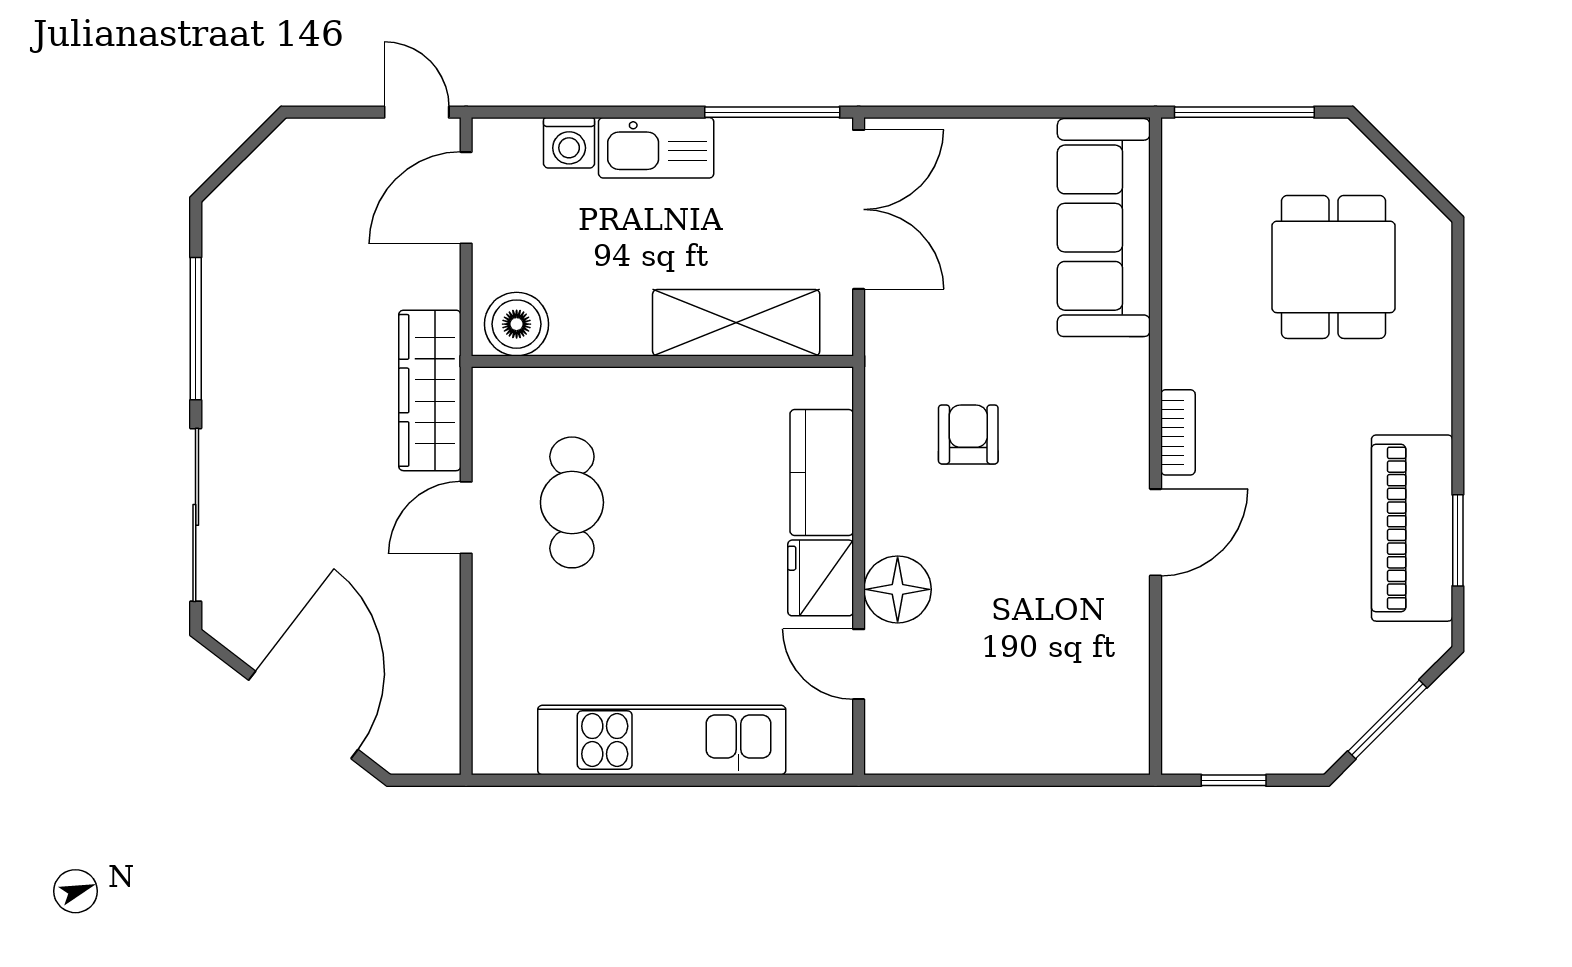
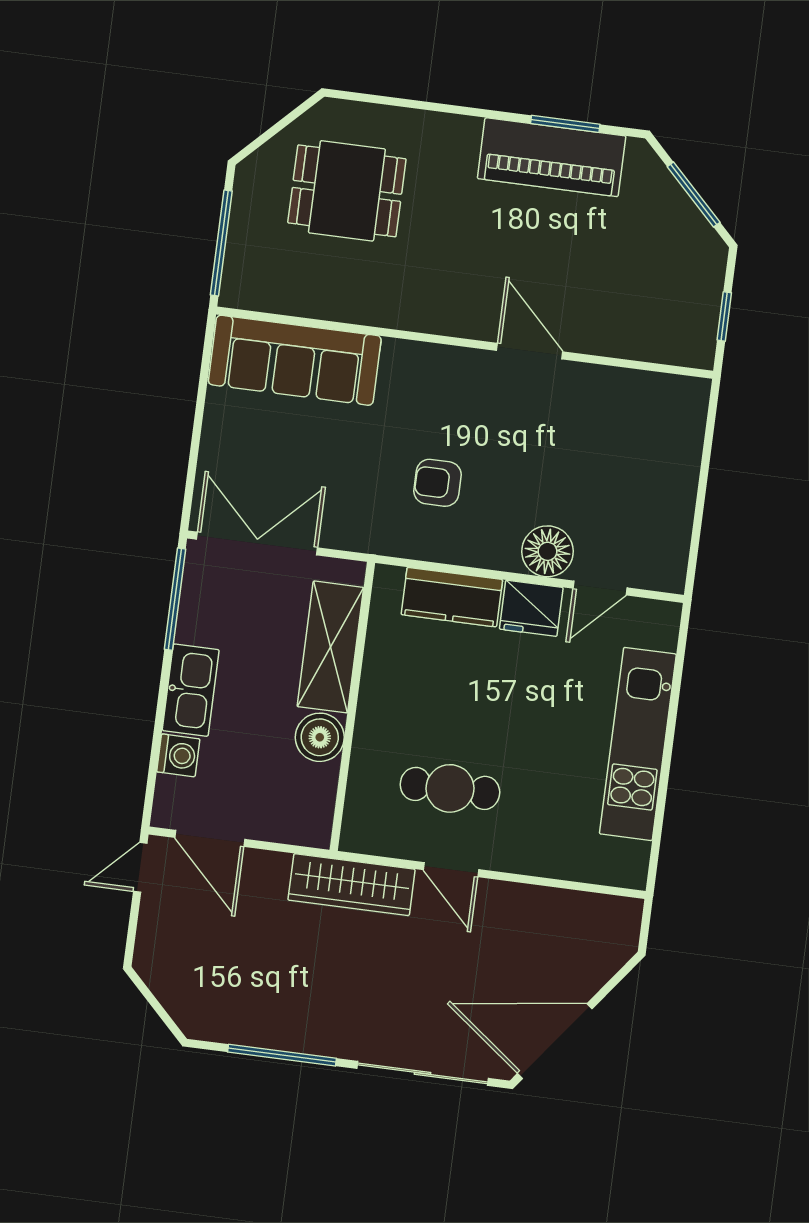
boiler: (517, 324) -> (320, 737), moved
bookcase: (1178, 432) -> (456, 324), removed
door: (303, 715) -> (555, 1041), moved

